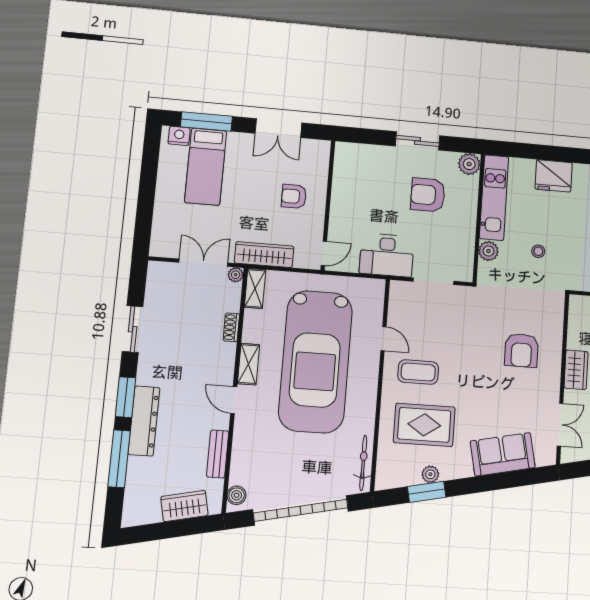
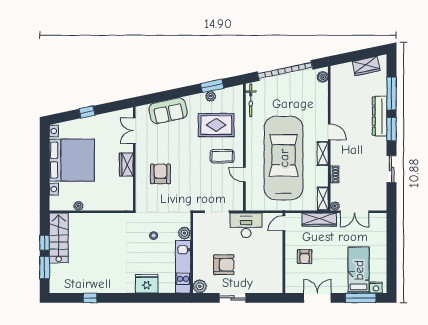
armchair: (294, 196) -> (305, 257), turned 90
bench: (218, 454) -> (336, 100), removed
wardrobe: (184, 506) -> (366, 66), moved

